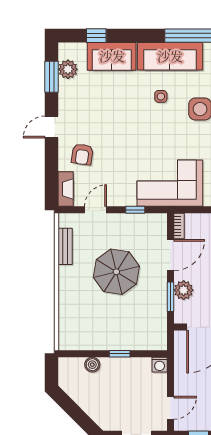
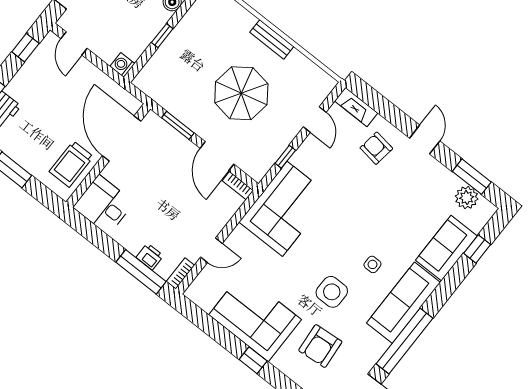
bench: (65, 246) -> (272, 39), moved
plant: (184, 290) -> (174, 143), removed

